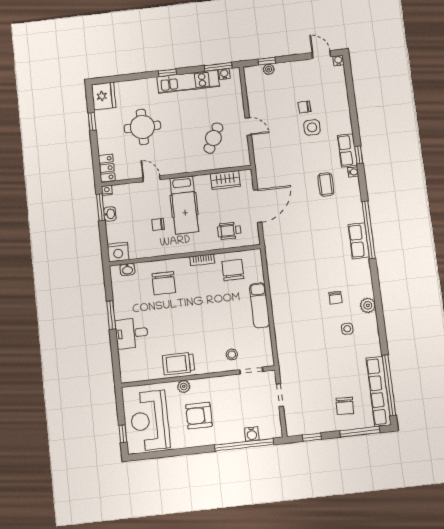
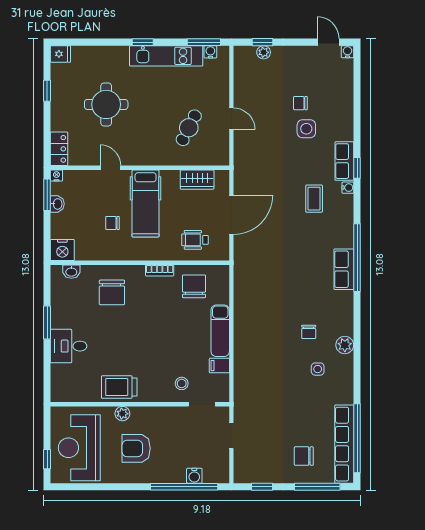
fridge: (104, 96) -> (60, 54), width x0.53, depth x0.75
filing cabinet: (262, 335) -> (219, 366), added
chair: (345, 406) -> (304, 456), turned 87

